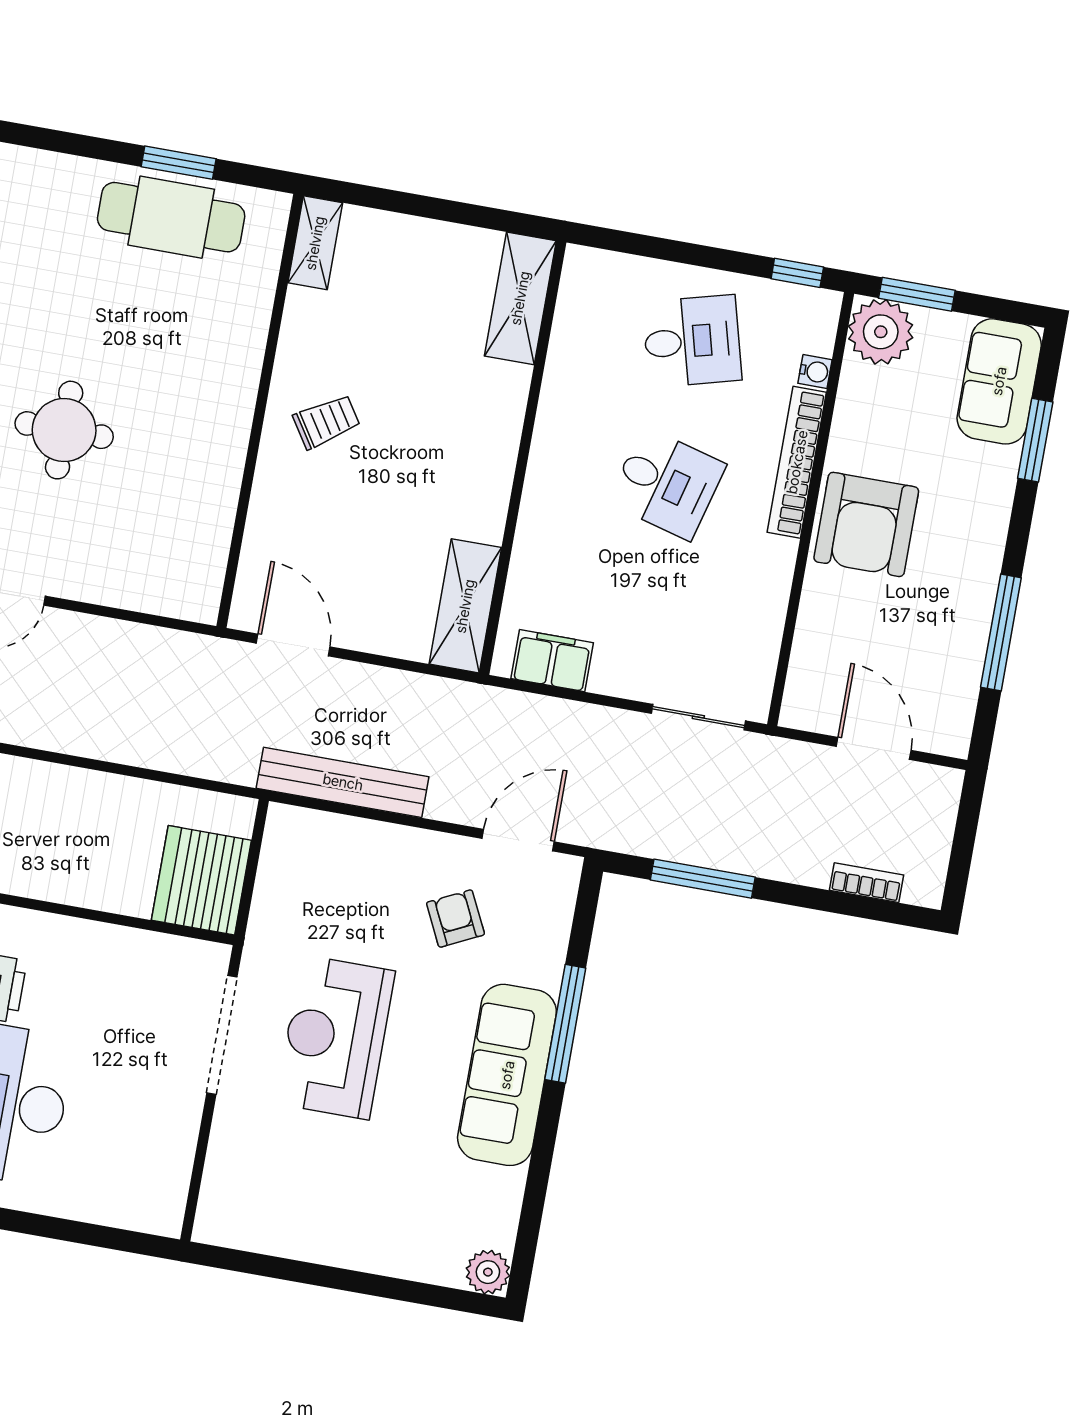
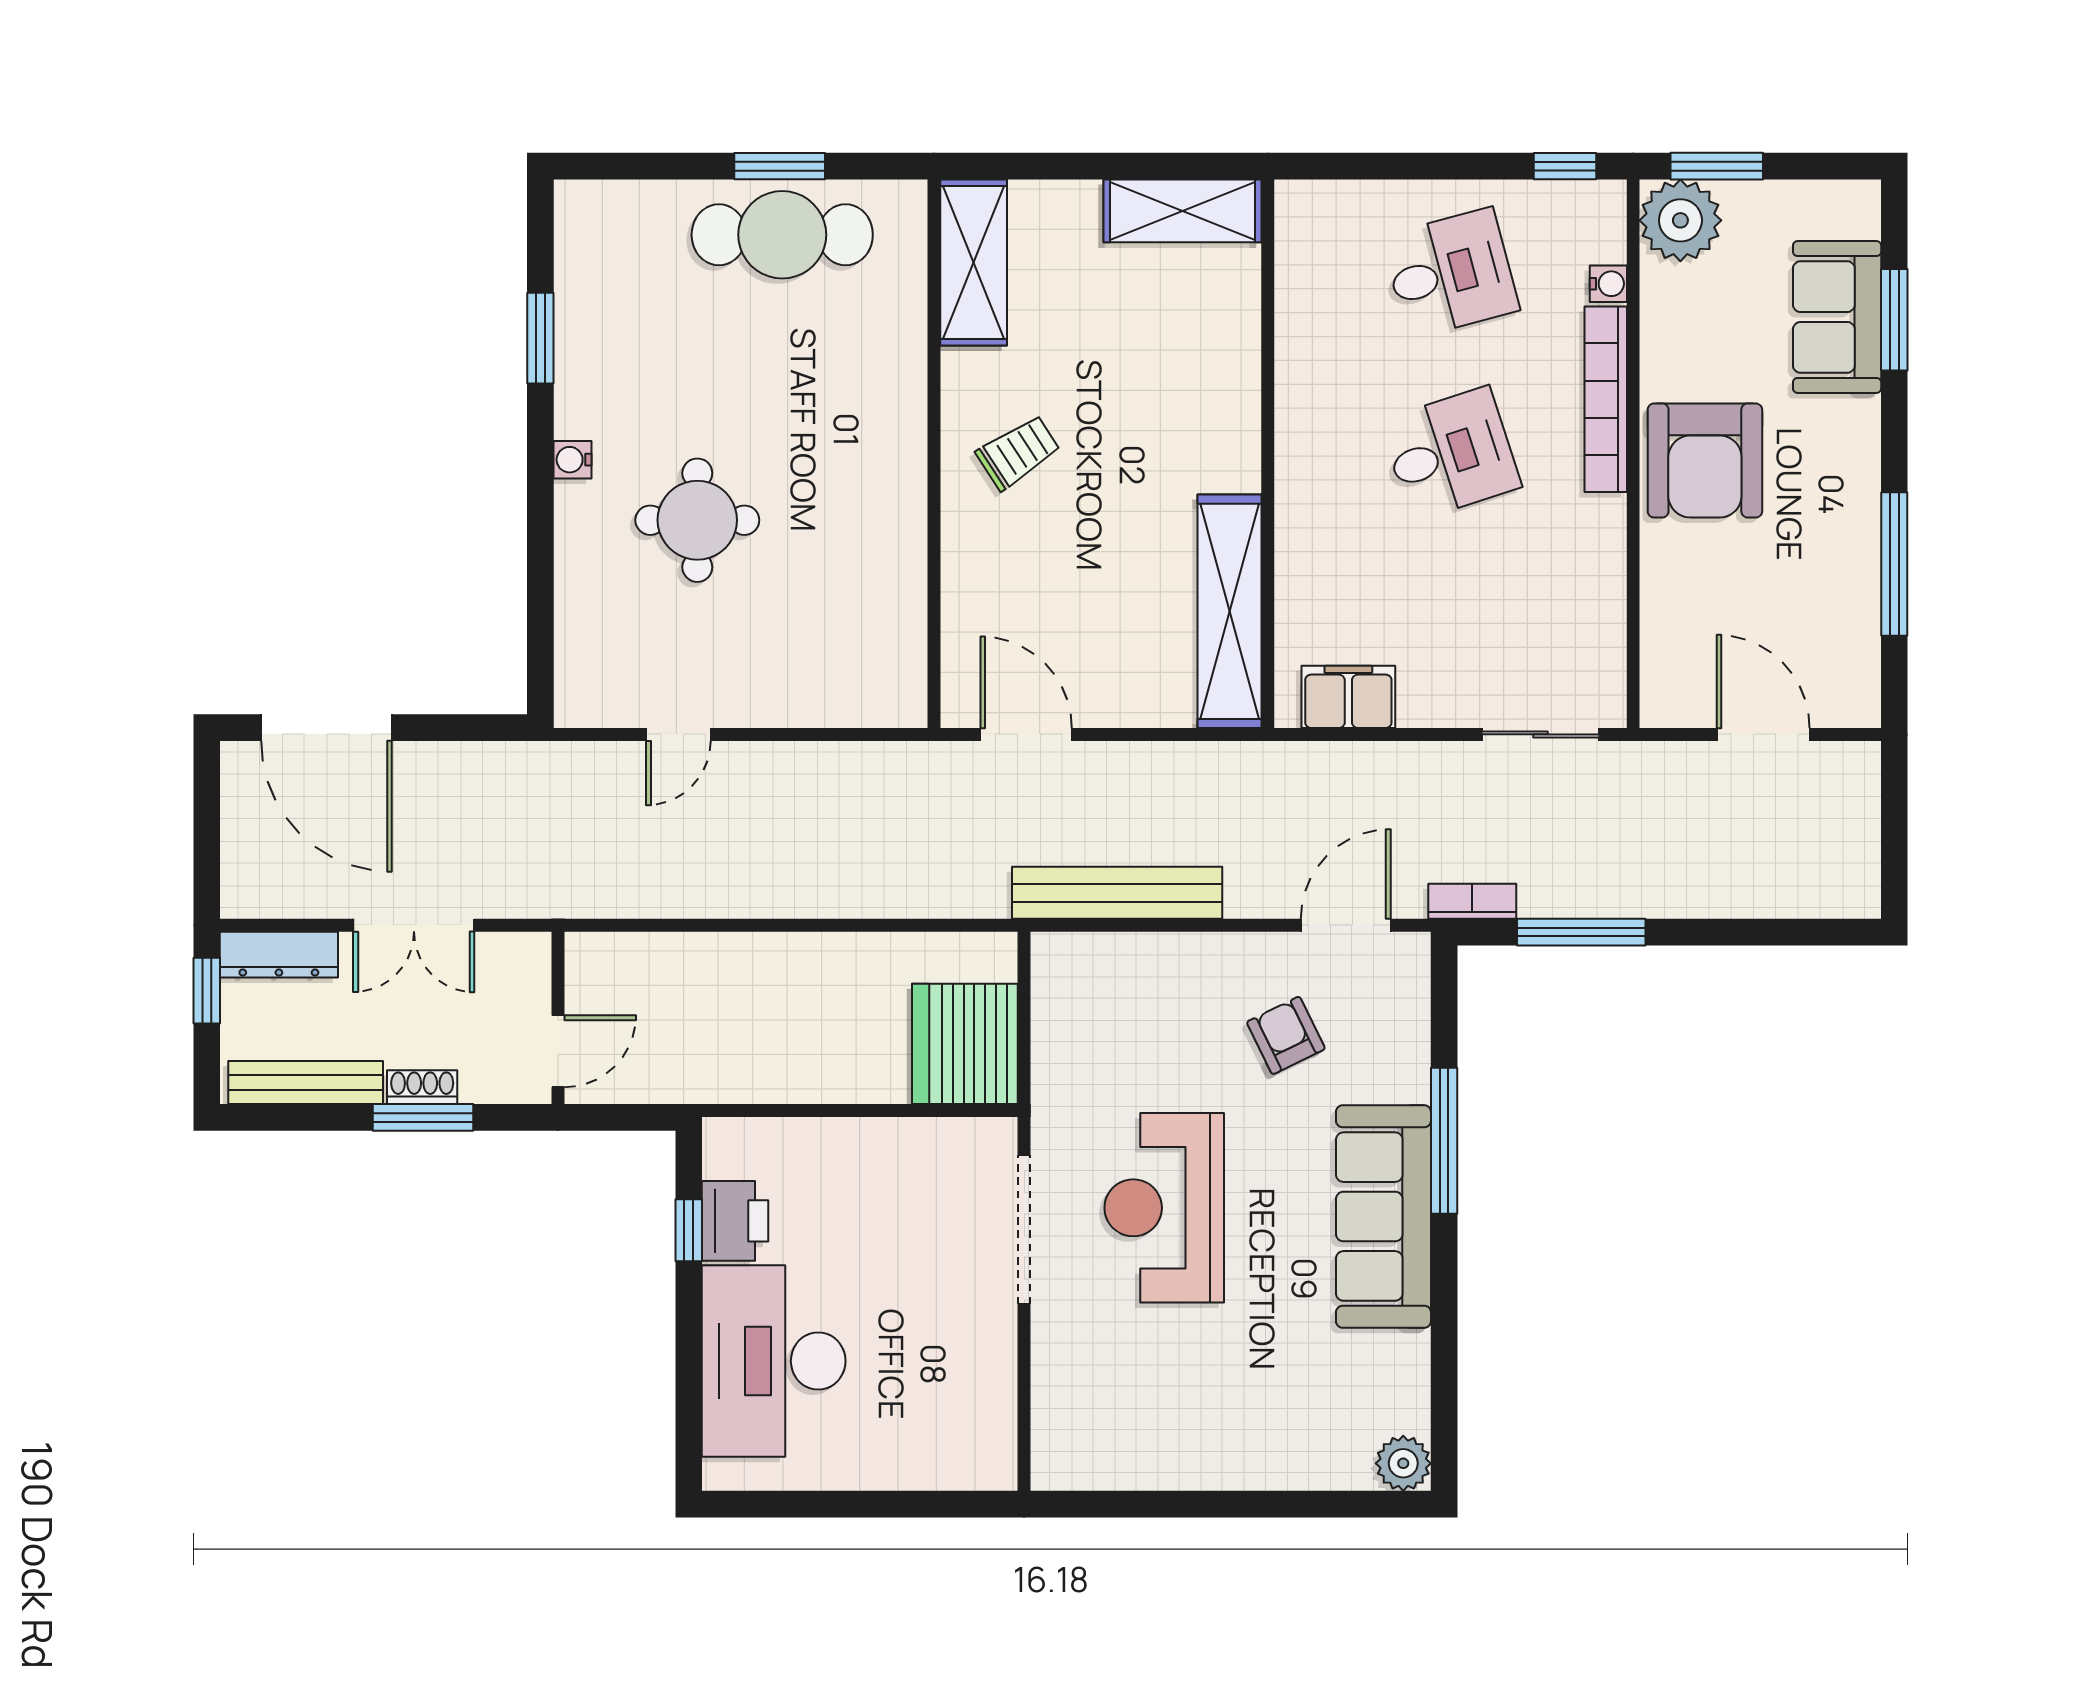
shelving: (315, 243) -> (974, 263), width x1.50, depth x1.33
shelving: (520, 298) -> (1182, 211), moved, turned 90
sofa: (999, 381) -> (1837, 317), moved
desk: (667, 483) -> (1450, 454), turned -33
shelving: (465, 606) -> (1229, 611), width x1.47
bookcase: (866, 883) -> (1472, 901), moved

